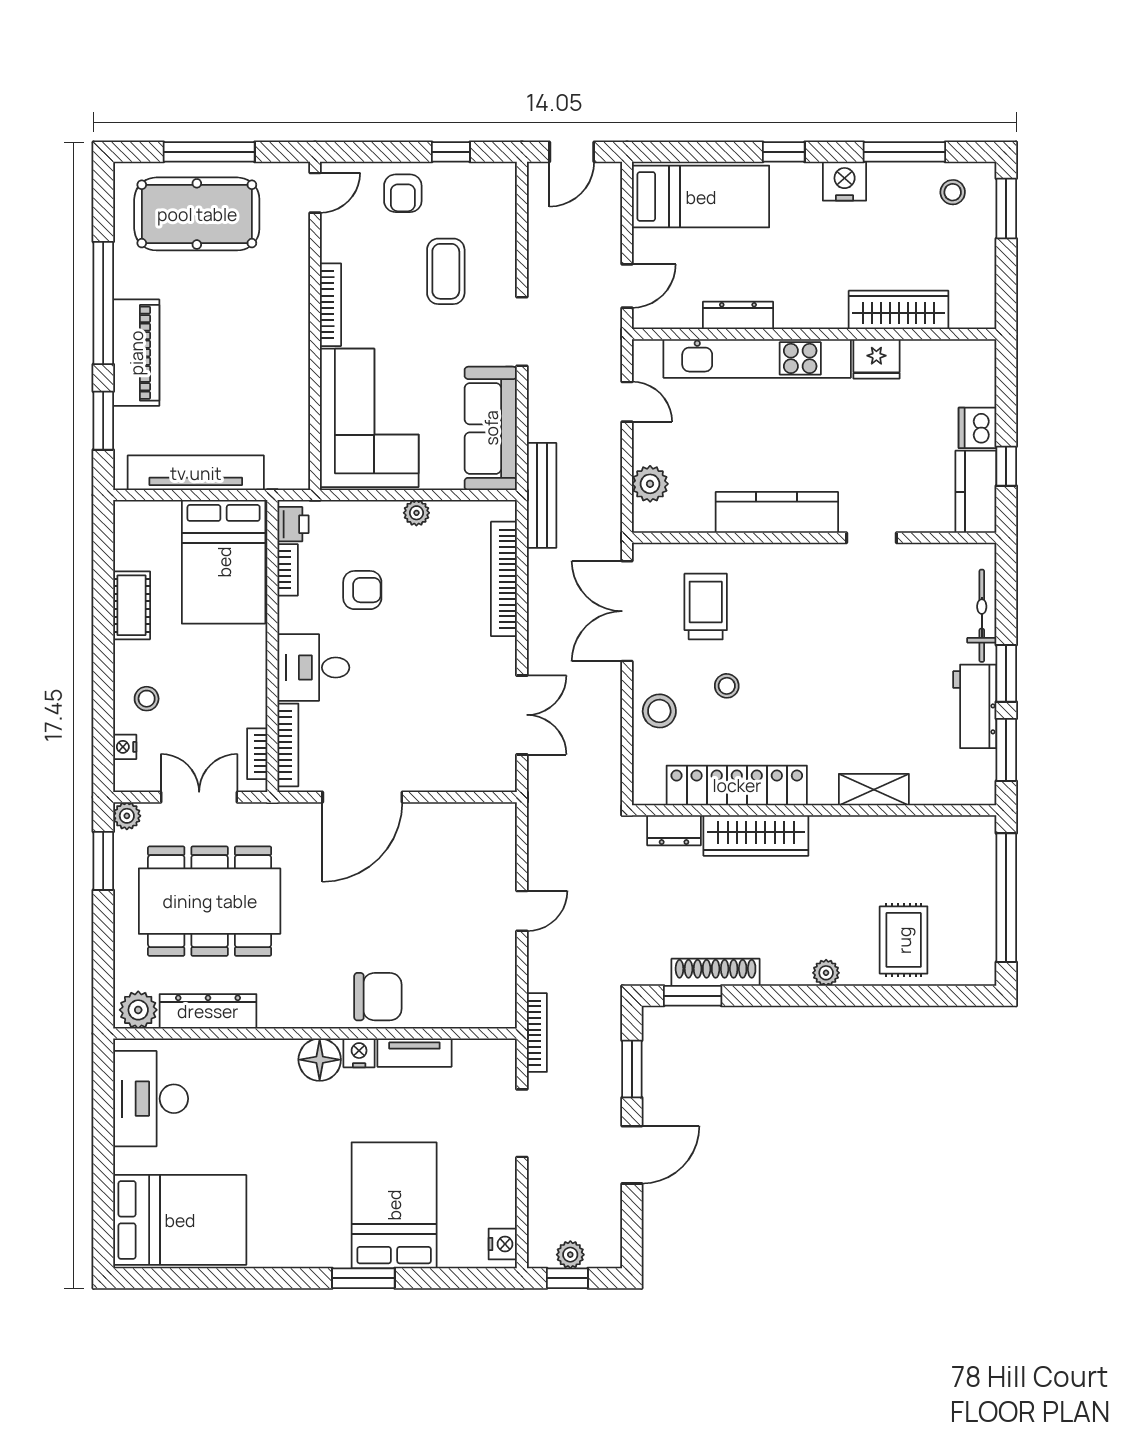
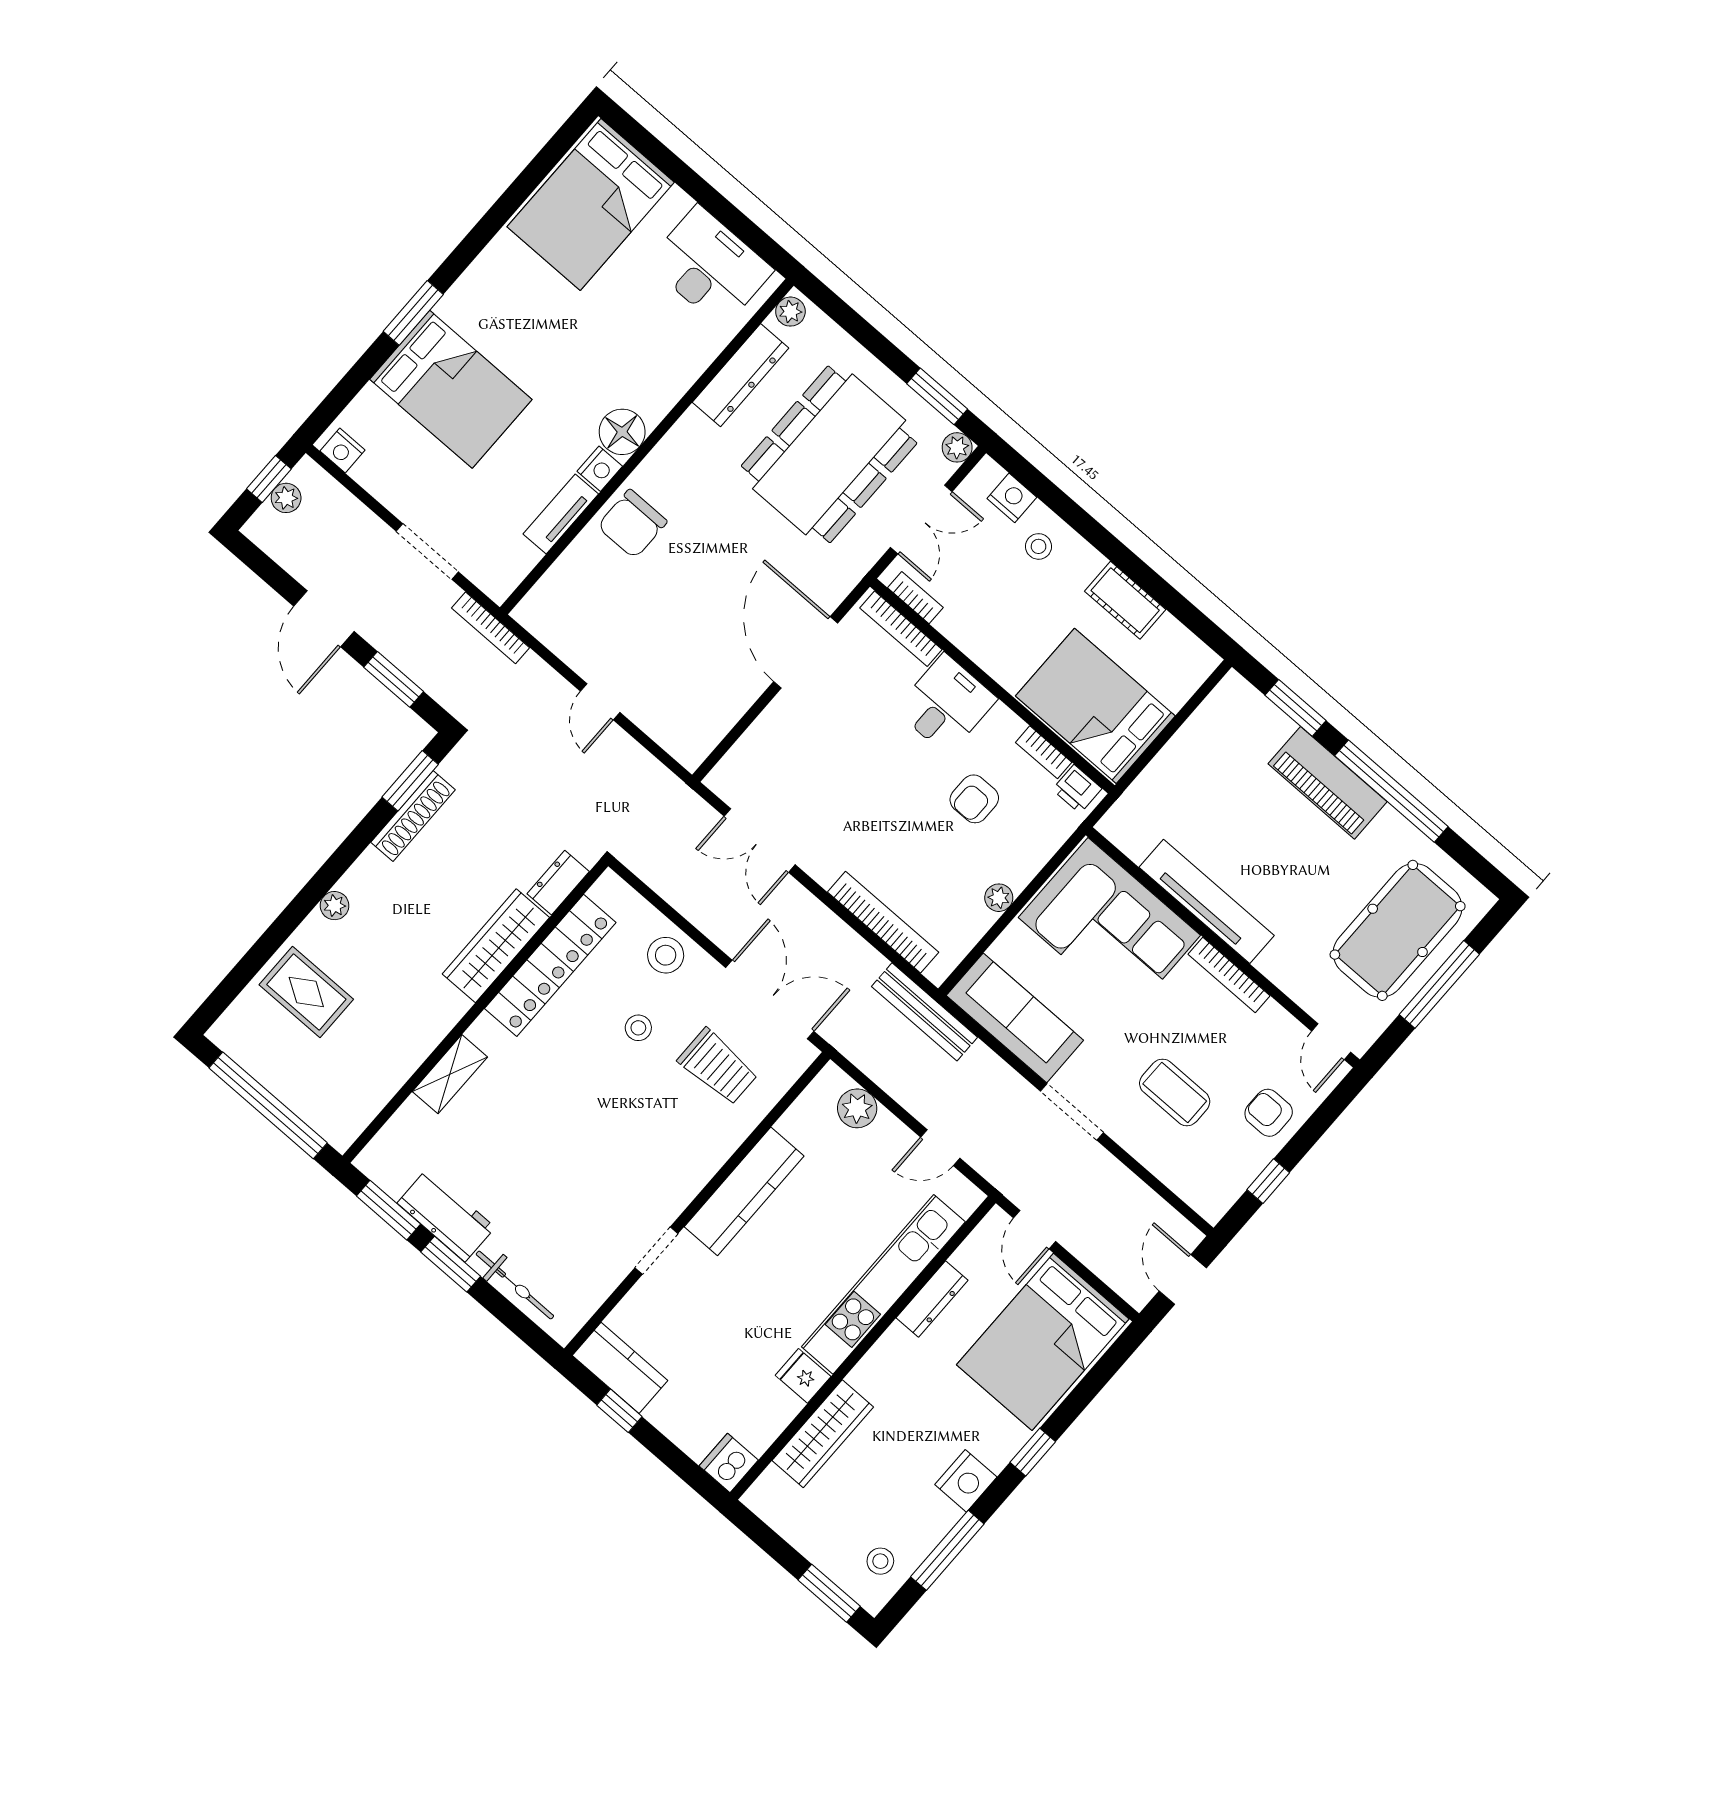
bed: (701, 197) -> (1043, 1342), width x1.50
fridge: (876, 359) -> (803, 1376), width x0.72
dishwasher: (977, 428) -> (729, 1463), moved, turned -90
tv unit: (196, 473) -> (1207, 901), moved, turned -90
nightstand: (125, 747) -> (1012, 498), width x1.39, depth x1.35
plant: (138, 1010) -> (790, 312), width x0.73, depth x0.73

